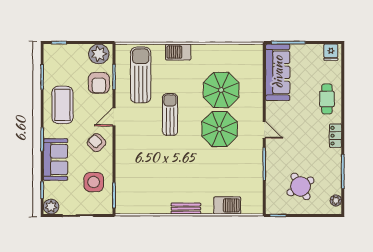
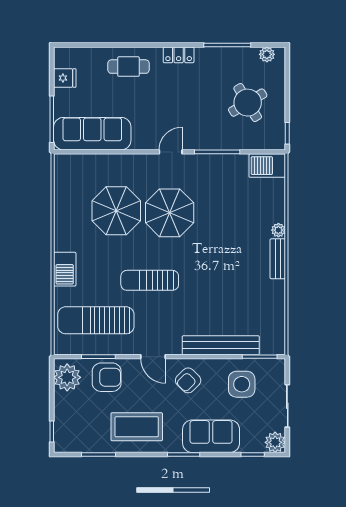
fridge: (331, 52) -> (65, 78), moved
bench: (122, 167) -> (221, 345), added
barbecue: (227, 205) -> (267, 166), moved, turned -90
plant: (207, 209) -> (278, 230), added

